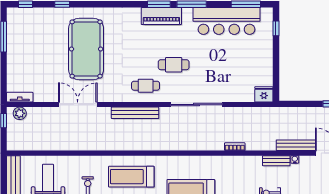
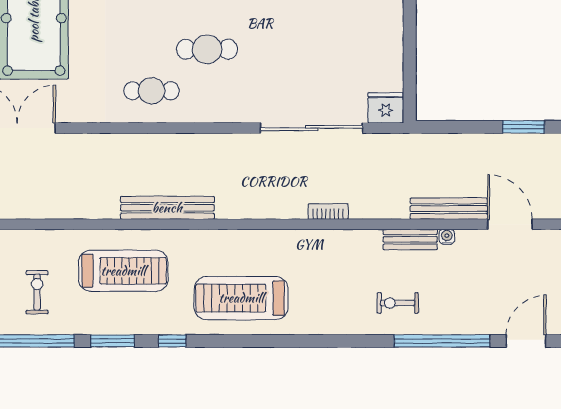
sliding door: (196, 105) -> (312, 128), moved
bench: (135, 113) -> (167, 208), moved
treadmill: (131, 177) -> (123, 271), turned 180

